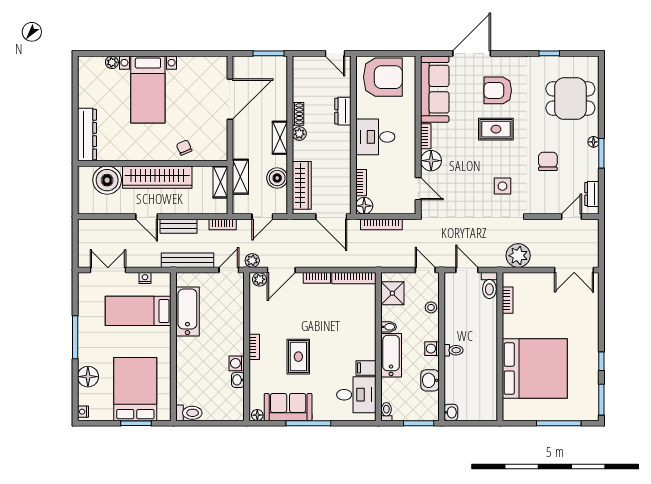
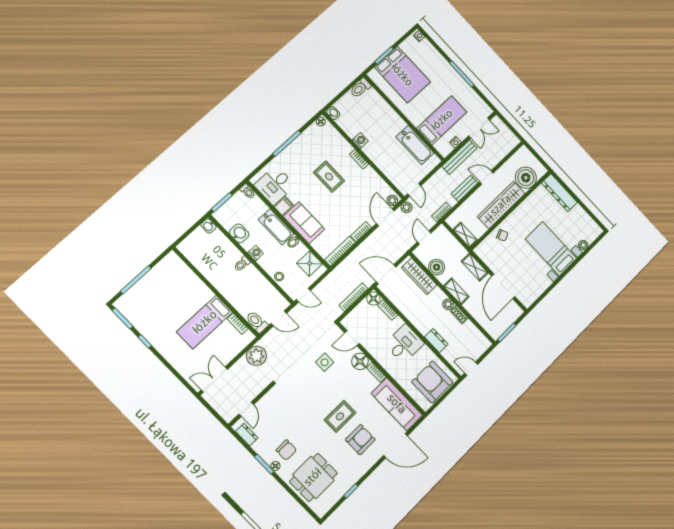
door: (472, 53) -> (395, 446), hinge flipped
armchair: (383, 77) -> (432, 382), turned 90
chair: (548, 161) -> (286, 450), moved
shelving: (240, 177) -> (475, 267), moved
side table: (502, 186) -> (325, 362), moved
bench: (187, 260) -> (459, 157), moved
bed: (535, 369) -> (205, 322), moved, width x0.49
floor lamp: (88, 377) -> (435, 58), removed
washbasin: (238, 380) -> (333, 113), moved
sofa: (288, 407) -> (304, 223), moved, turned -90

